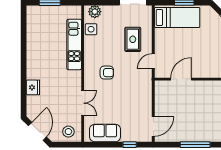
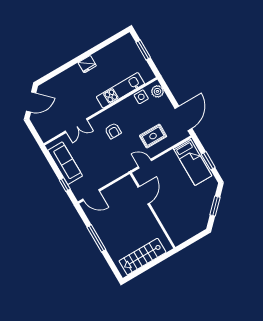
door: (181, 79) -> (144, 195), hinge flipped
fridge: (33, 87) -> (87, 64), moved
stool: (68, 132) -> (46, 128), removed
sofa: (105, 133) -> (65, 163), width x1.36

